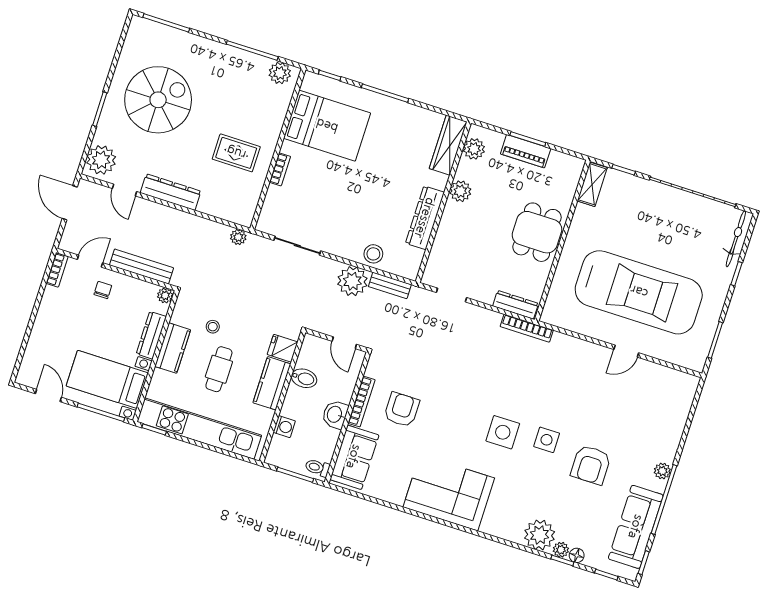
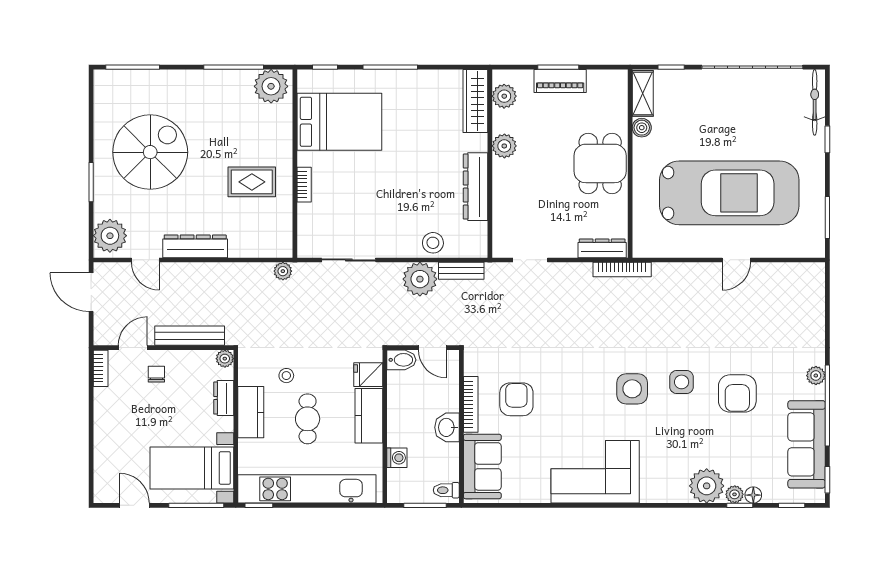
plant: (280, 73) -> (271, 86), width x1.36, depth x1.36
boiler: (582, 213) -> (642, 128), added
dresser: (151, 335) -> (224, 398), width x0.70
bidet: (304, 378) -> (401, 360), moved

